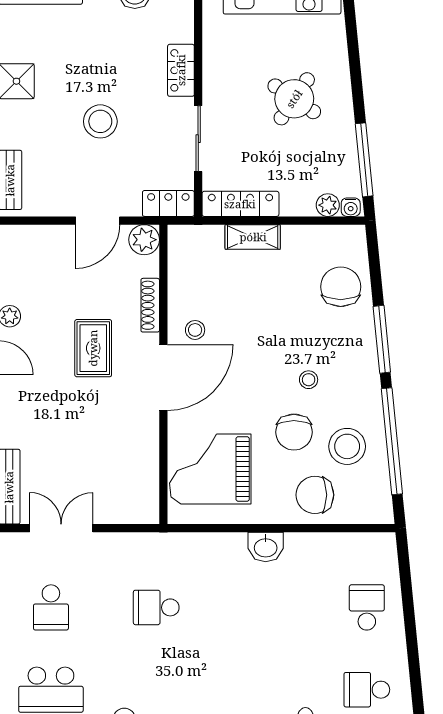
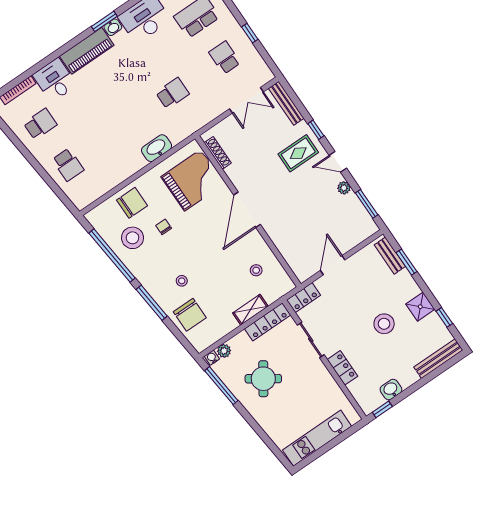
round table: (294, 99) -> (263, 379), moved
stool: (100, 121) -> (384, 324), moved
plant: (144, 240) -> (303, 271), removed
shoe rack: (150, 305) -> (218, 153), moved
stool: (195, 330) -> (256, 270), moved
rug: (93, 348) -> (298, 153), moved, turned 90
stool: (309, 380) -> (182, 281), moved
chair: (294, 432) -> (164, 227), width x0.54, depth x0.54
washbasin: (266, 547) -> (157, 148), moved, width x1.38

